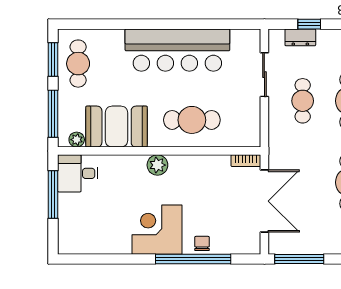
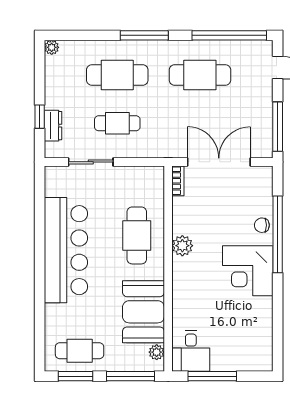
plant: (157, 165) -> (182, 246), moved

